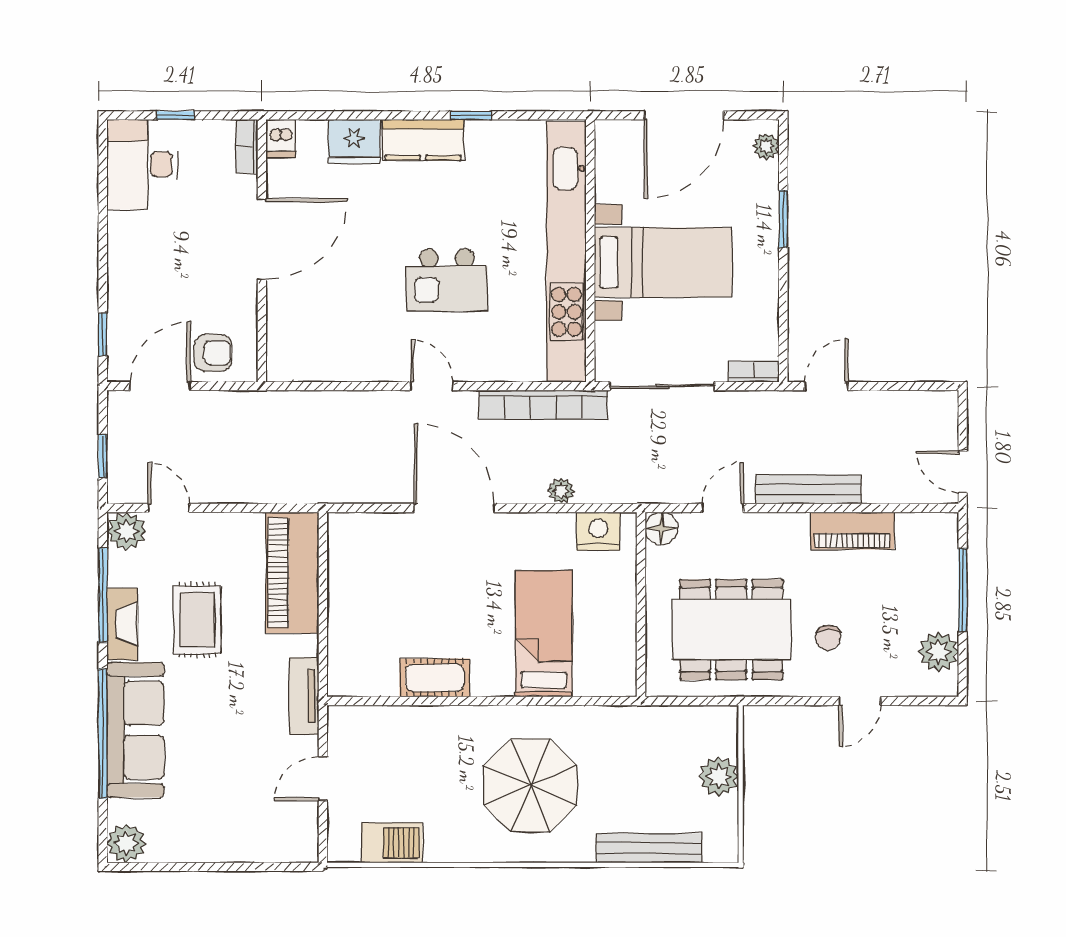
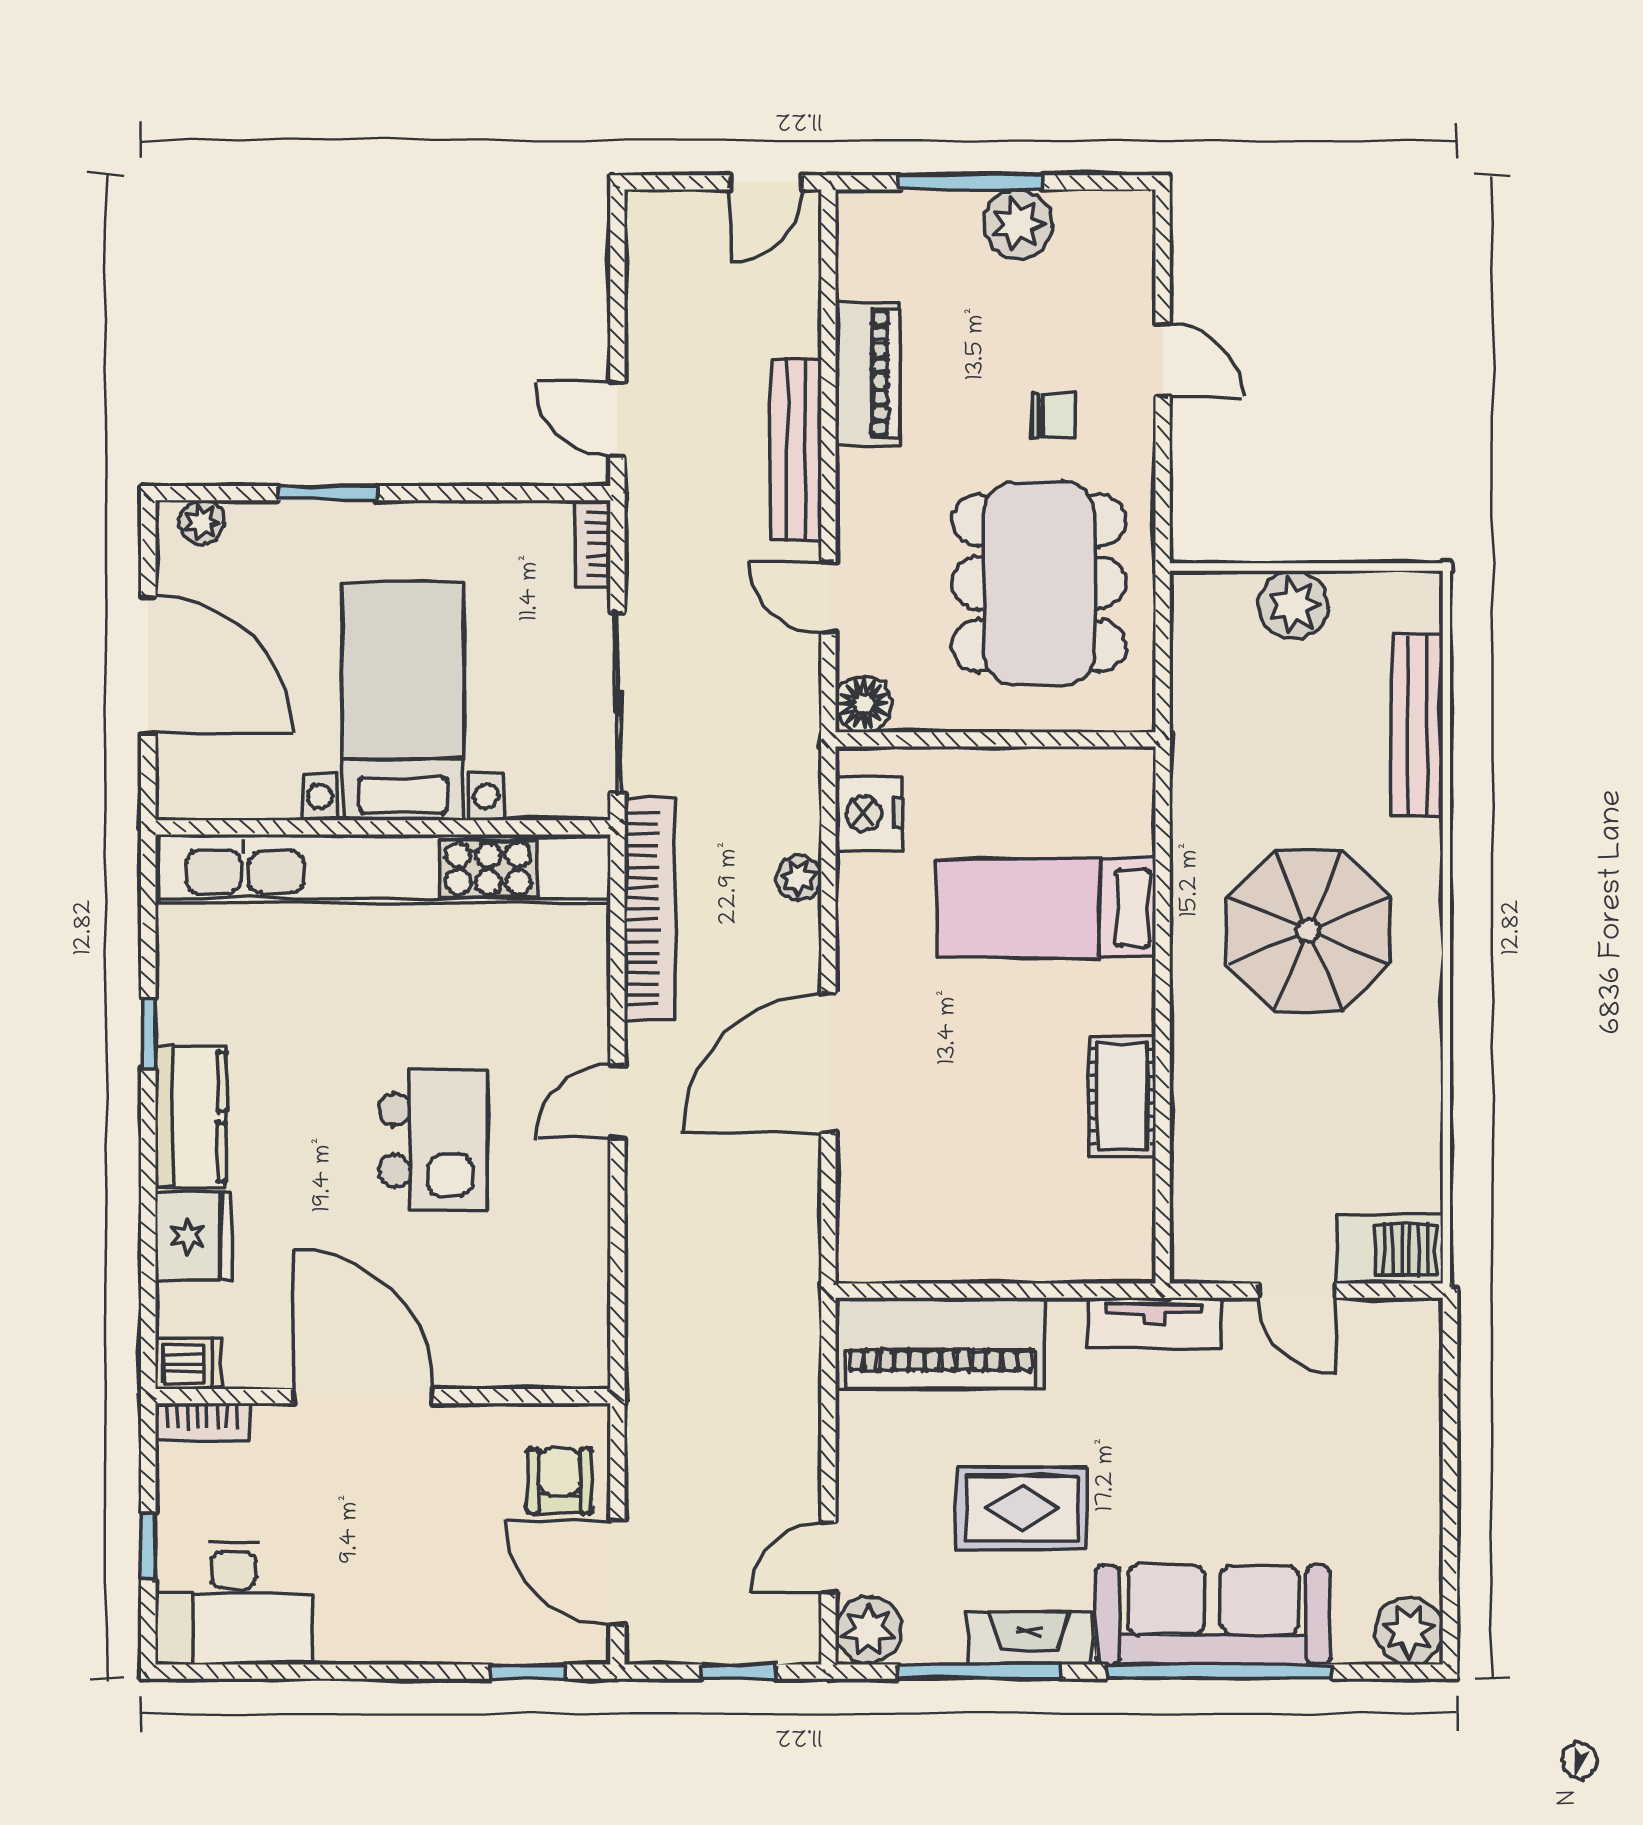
kitchen island: (447, 280) -> (433, 1140), moved
plant: (939, 652) -> (1018, 224), moved
barbecue: (392, 843) -> (1390, 1249), moved, turned 90

